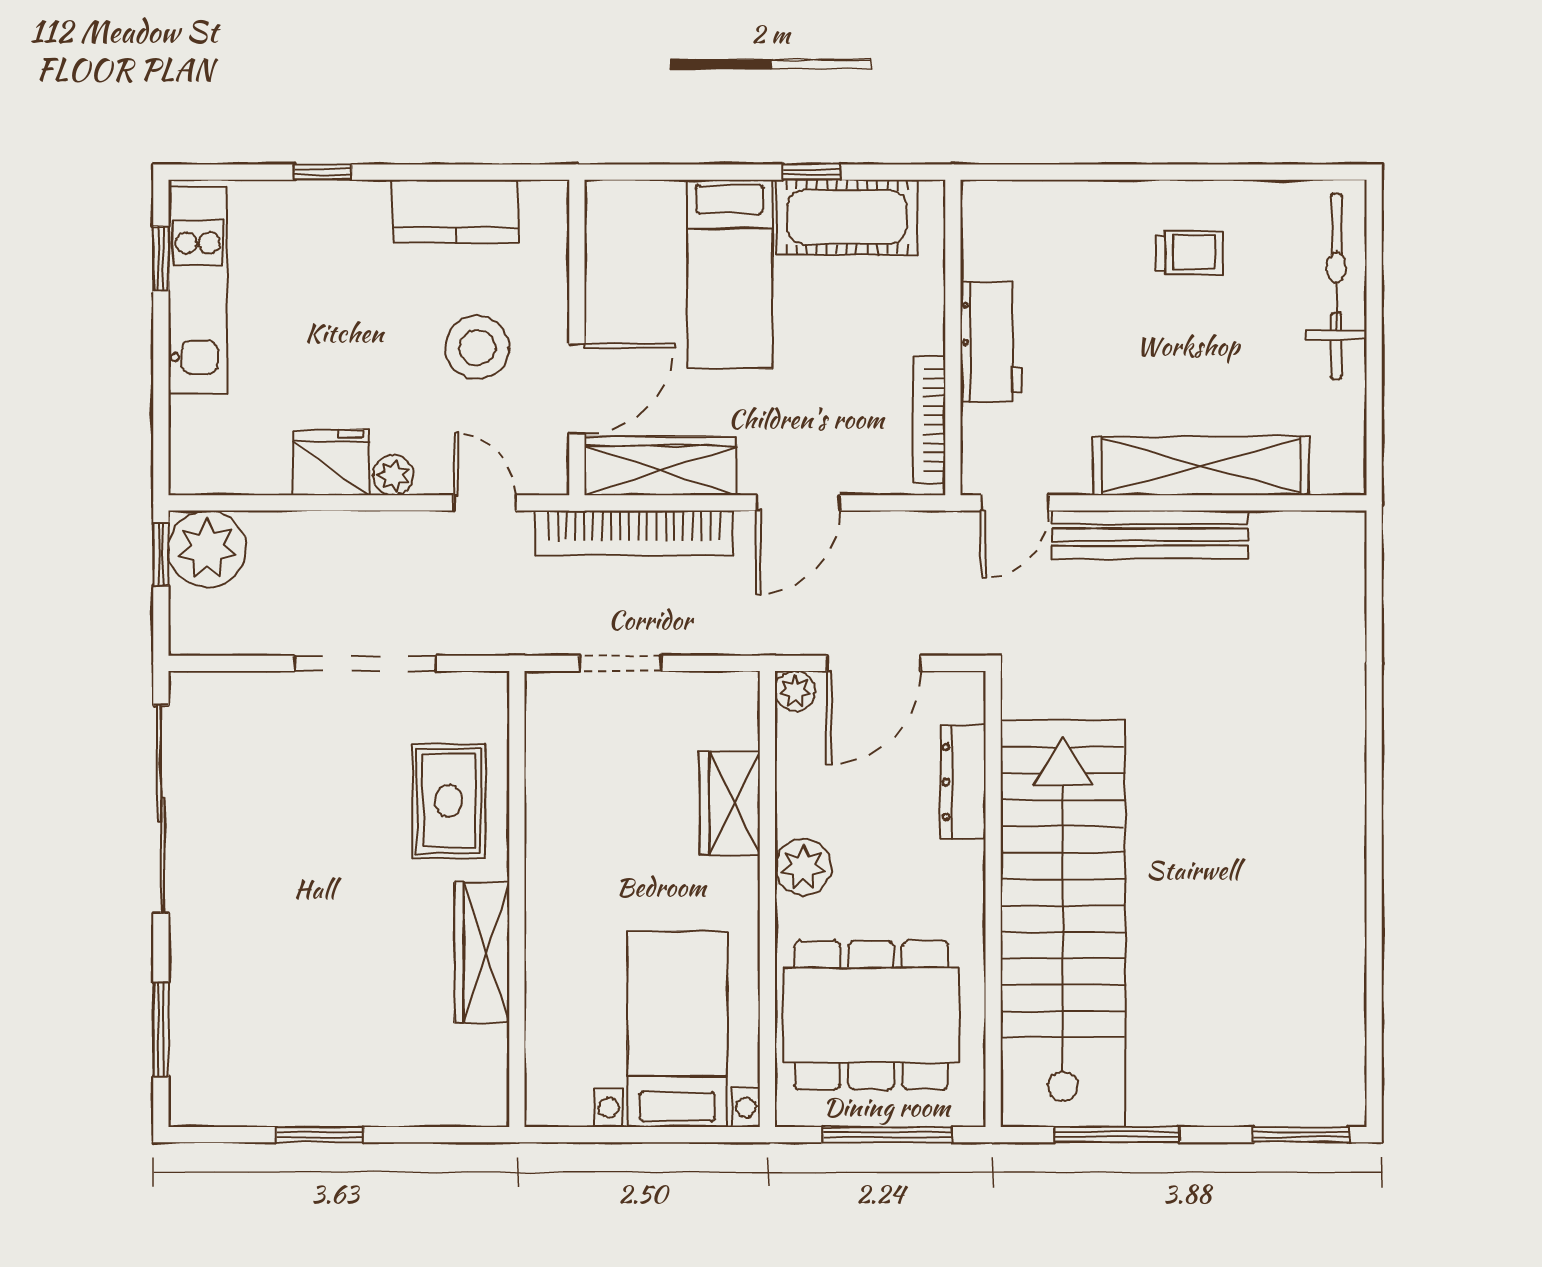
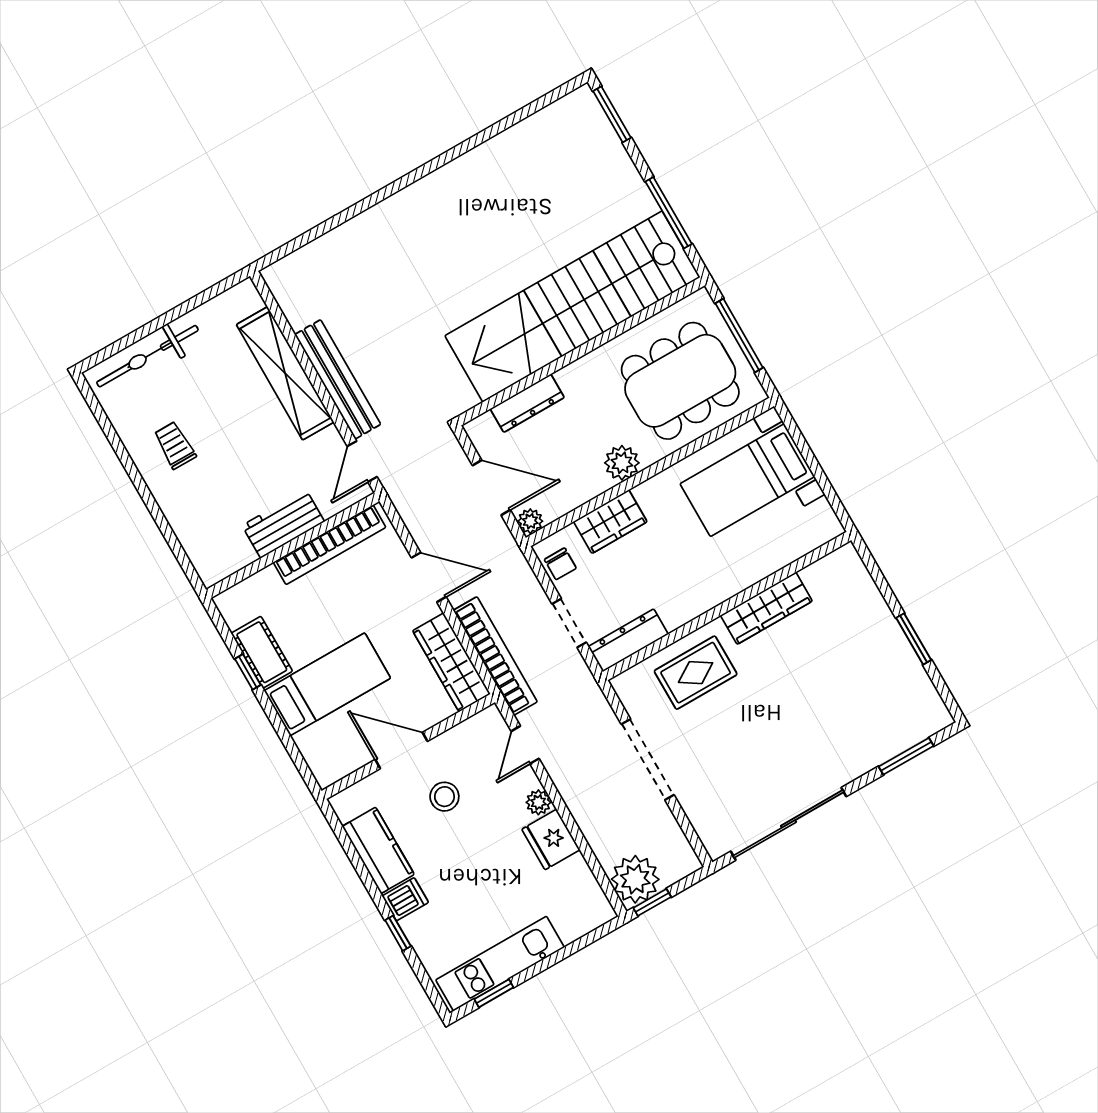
dishwasher: (365, 210) -> (405, 899), added
cot: (847, 217) -> (262, 652), width x0.73, depth x0.75
stool: (477, 348) -> (444, 797), width x0.73, depth x0.73
door: (577, 389) -> (401, 750), moved
bookcase: (929, 420) -> (330, 545), width x1.48, depth x1.31
door: (1015, 503) -> (362, 461), swing flipped
chair: (711, 699) -> (560, 564), added
dresser: (548, 732) -> (628, 640), added
dining table: (871, 1015) -> (680, 381), turned 90

